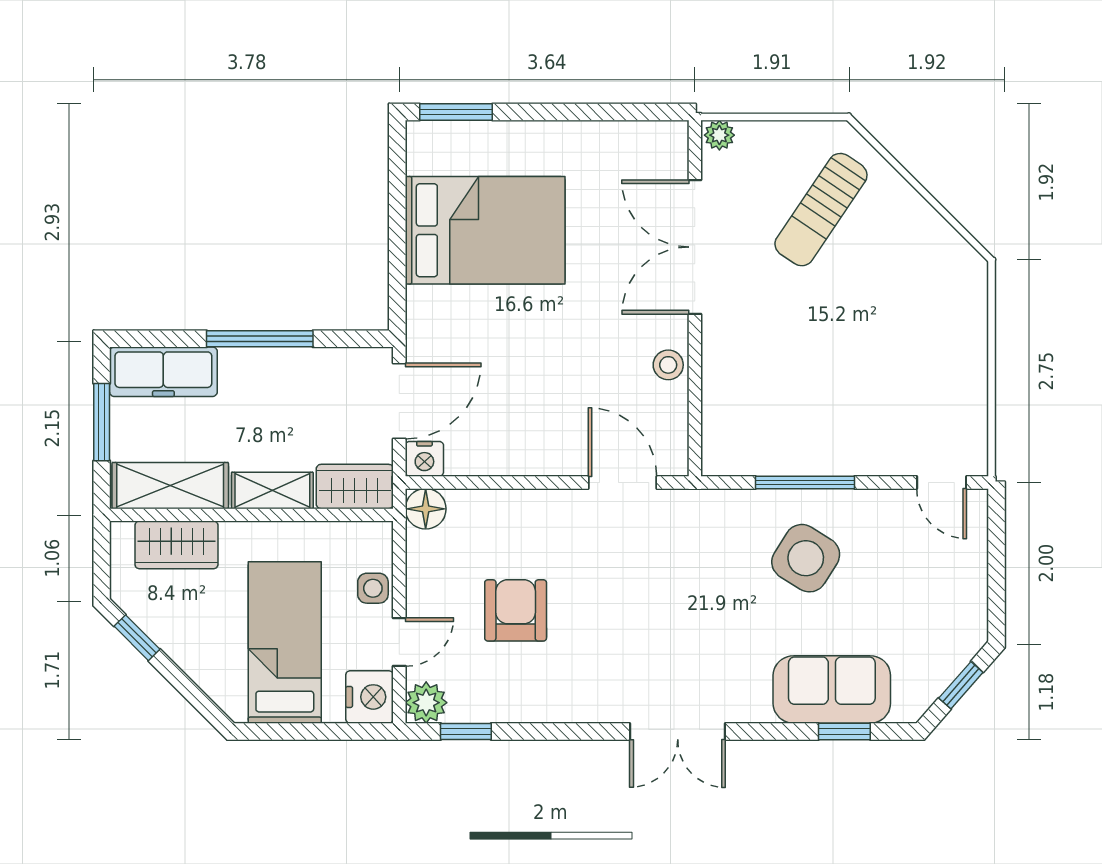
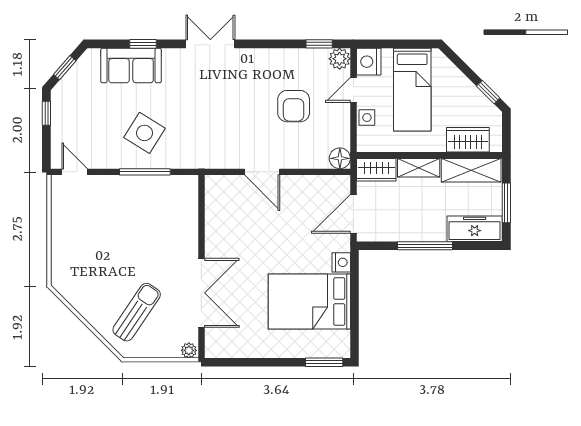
stool: (668, 365) -> (215, 232), removed
nightstand: (424, 459) -> (341, 262), moved, turned 90
door: (622, 482) -> (262, 172), moved
window: (997, 596) -> (46, 113), added
window: (844, 731) -> (143, 44), moved

